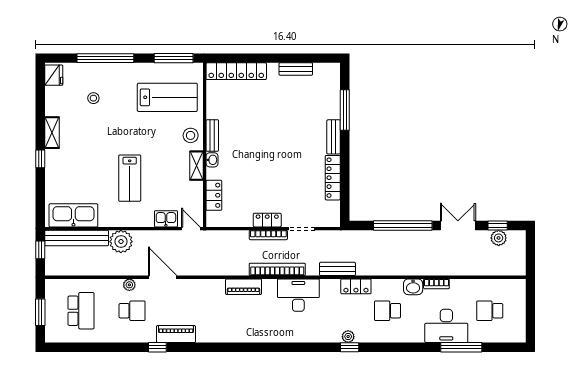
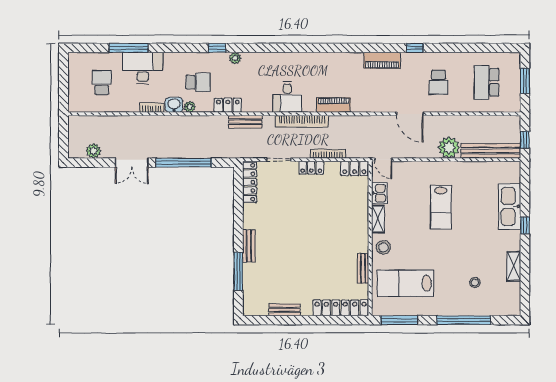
fridge: (54, 75) -> (512, 304), removed
shelving: (52, 133) -> (514, 266), moved
bench: (212, 136) -> (363, 268), moved
washbasin: (212, 160) -> (363, 224), removed
lab bench: (130, 178) -> (441, 207), turned 180
locker: (333, 178) -> (250, 182), moved
locker: (214, 195) -> (354, 168), moved, turned -90
kitchen sink: (73, 215) -> (510, 206), moved, turned 90
kitchen sink: (166, 219) -> (379, 193), moved, turned -90
window: (498, 226) -> (94, 163), removed
bookcase: (268, 235) -> (328, 154), moved
plant: (129, 285) -> (190, 107), moved
desk: (298, 295) -> (287, 97), width x0.73
school desk: (132, 311) -> (439, 82), turned -90
school desk: (490, 311) -> (102, 82), turned -90
piano: (176, 334) -> (382, 60), moved
window: (350, 347) -> (217, 48), moved

